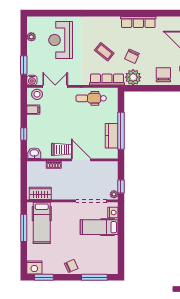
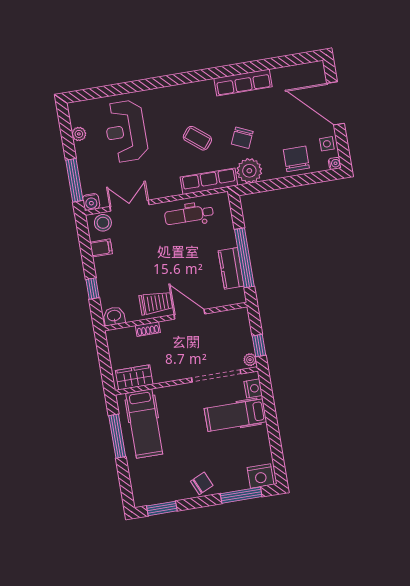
window: (24, 65) -> (74, 180), width x1.44
nightstand: (34, 267) -> (261, 476), moved

